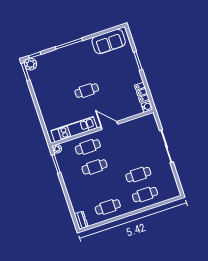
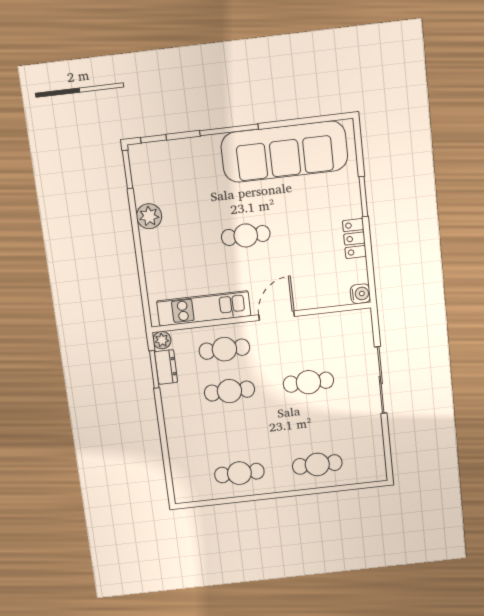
sofa: (109, 41) -> (284, 152), width x1.85, depth x1.27
plant: (31, 64) -> (149, 216), moved
locker: (142, 92) -> (354, 239), moved
door: (109, 125) -> (277, 316), hinge flipped
cafe table: (138, 175) -> (308, 382), moved
dresser: (81, 220) -> (166, 367), moved

